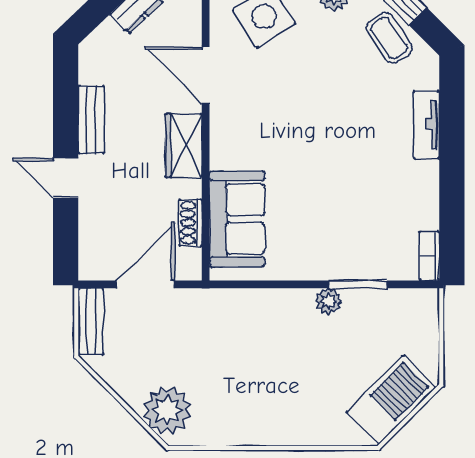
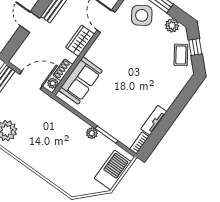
tv unit: (426, 125) -> (154, 120), moved
plant: (190, 261) -> (53, 83), added
barbecue: (391, 400) -> (113, 170), moved, turned -45

